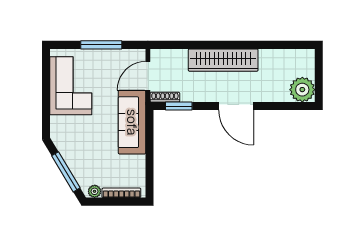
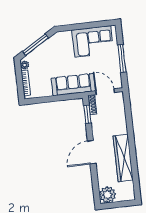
wardrobe: (223, 60) -> (123, 158), moved

